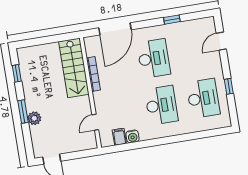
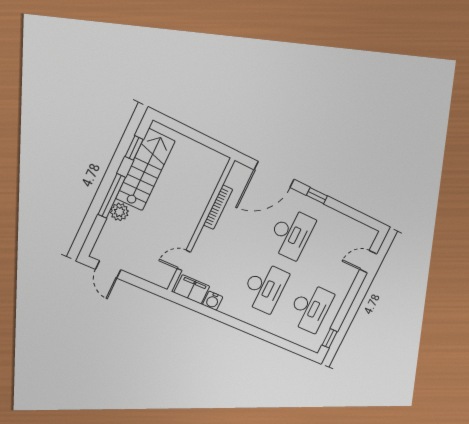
window: (172, 20) -> (317, 196), moved
stairs: (74, 68) -> (145, 170), moved, turned 180
window: (229, 86) -> (330, 338), moved
window: (23, 112) -> (112, 196), width x1.44
filing cabinet: (119, 137) -> (192, 289), width x2.00

